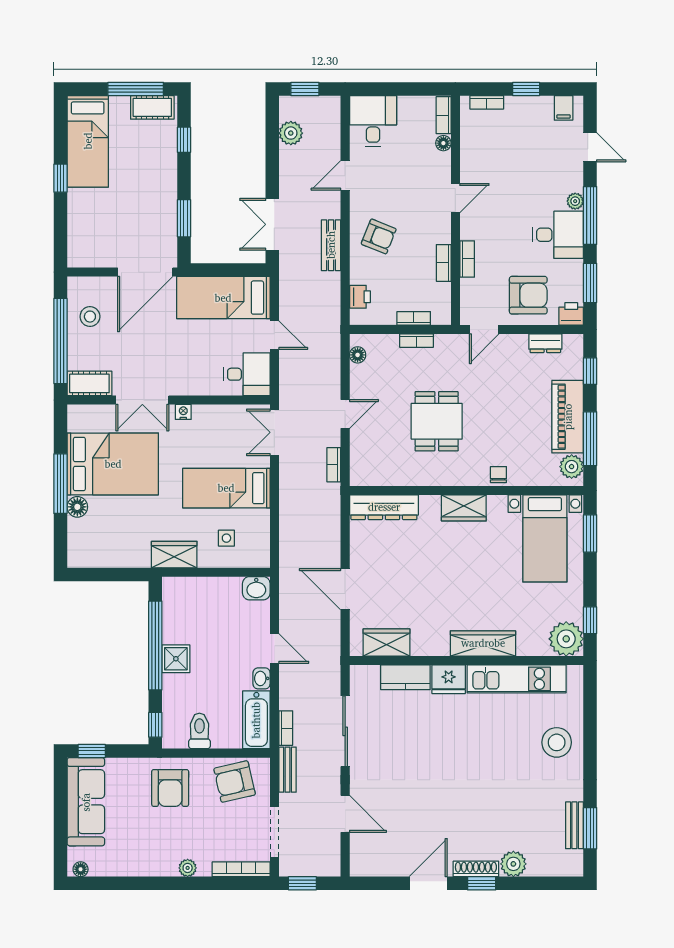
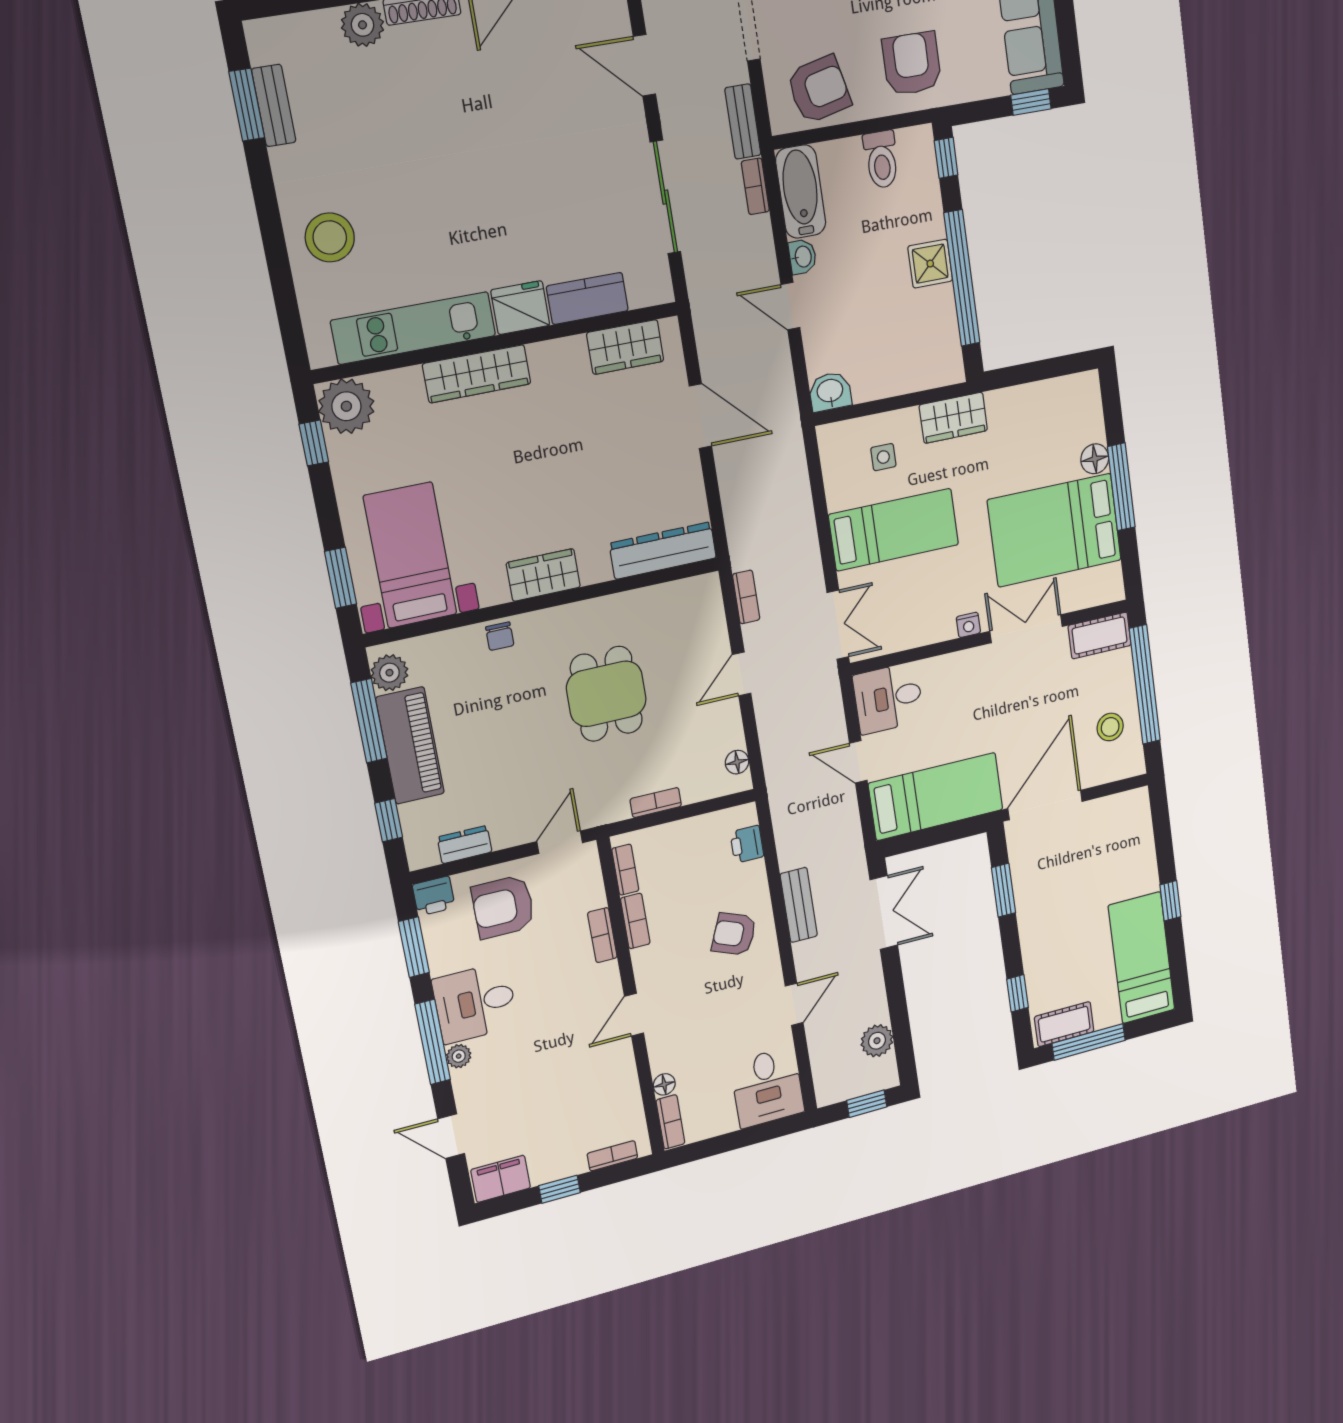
filing cabinet: (564, 108) -> (501, 1179), width x2.00
bookcase: (414, 318) -> (625, 870), moved, turned -90

